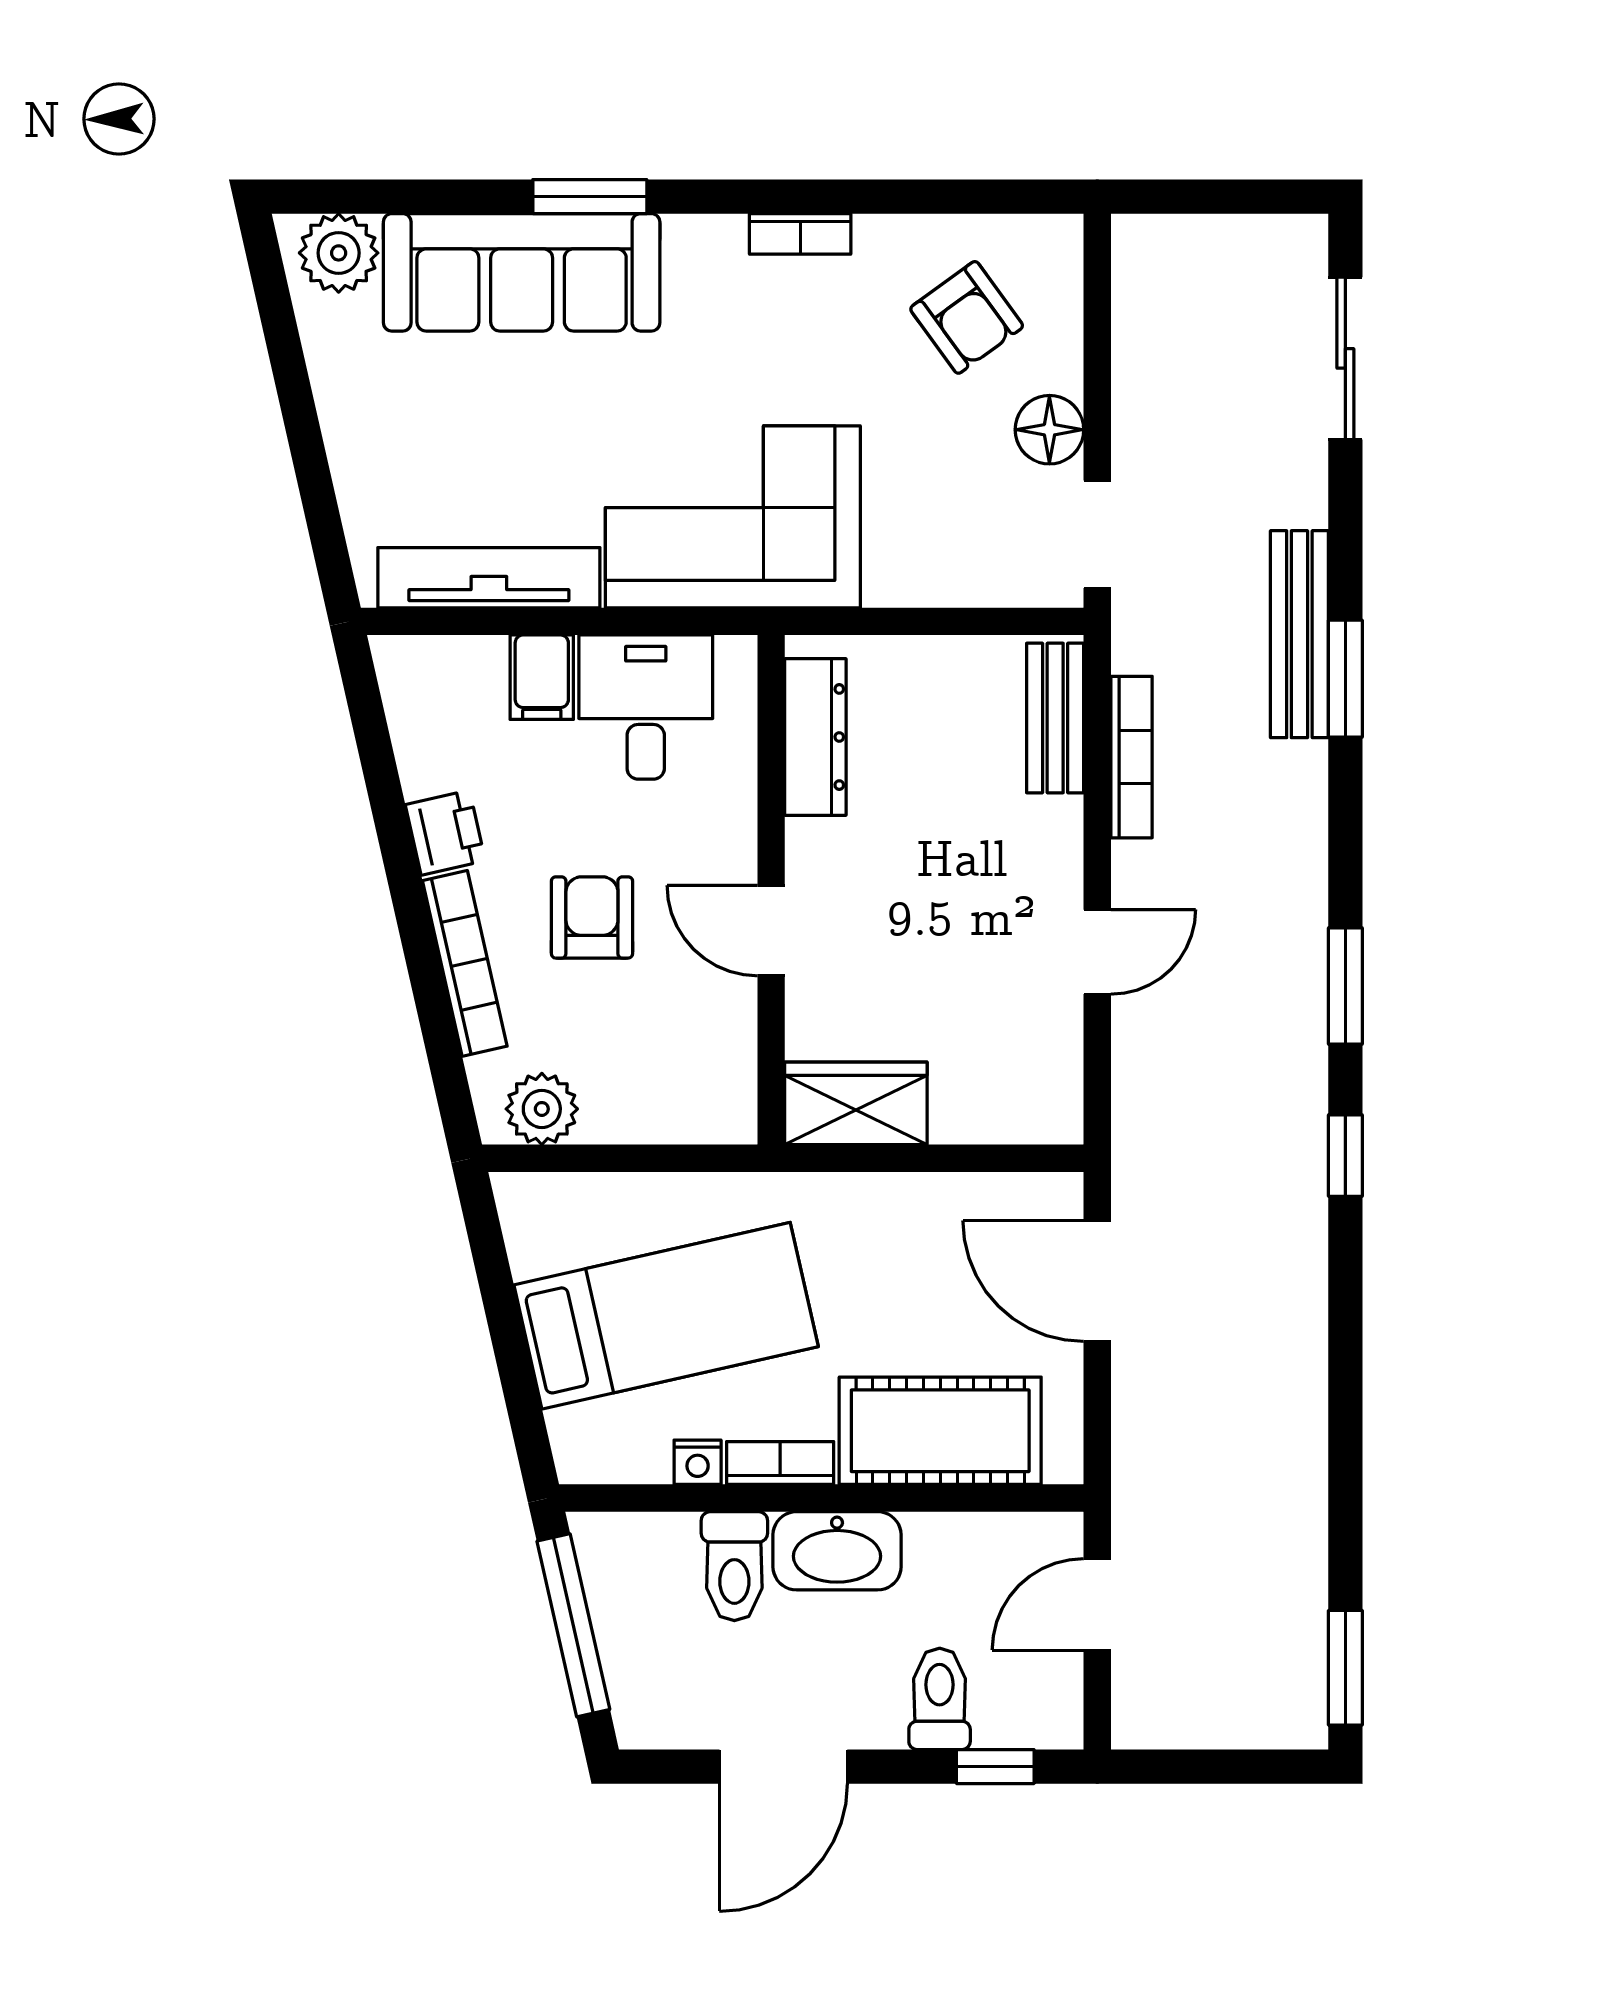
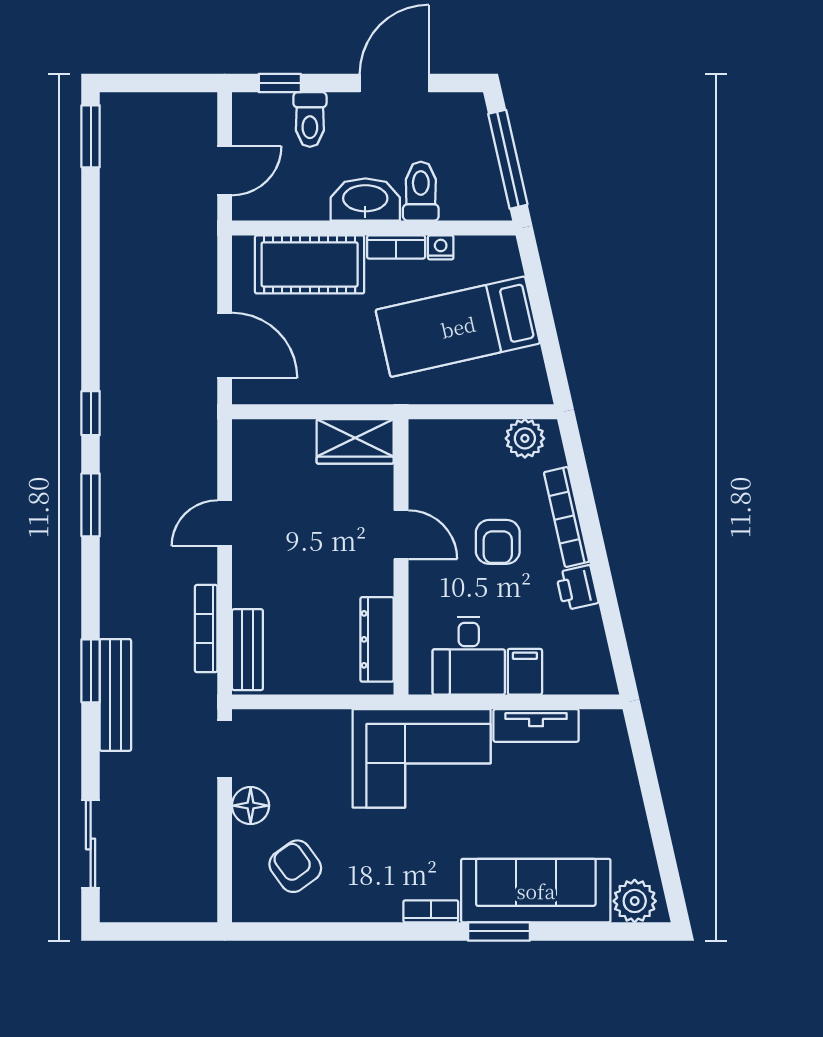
bookcase: (800, 234) -> (431, 911), moved
tv unit: (489, 578) -> (536, 726), width x0.71

